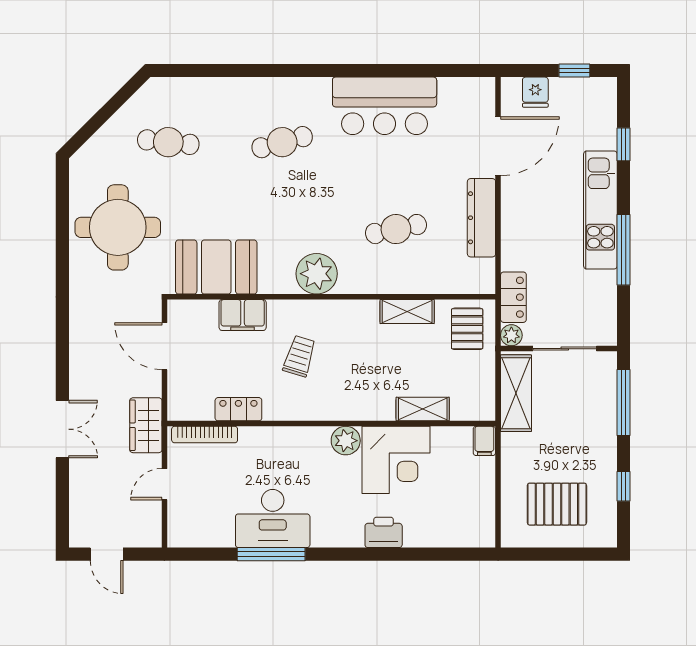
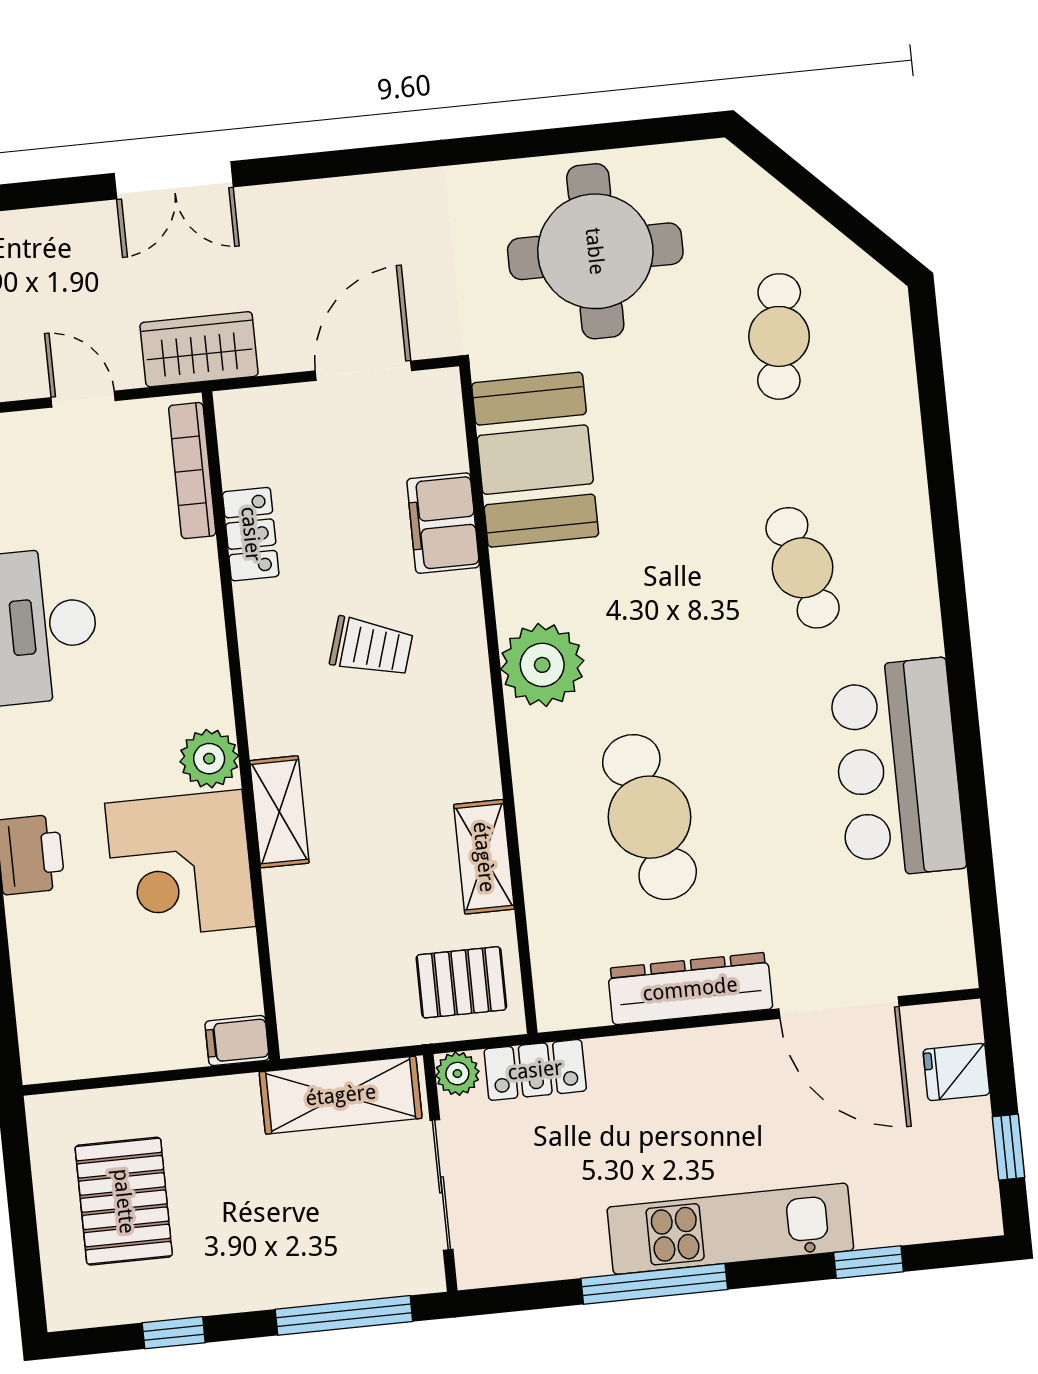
cafe table: (396, 229) -> (649, 817), width x1.37, depth x1.35
shelving: (423, 409) -> (279, 812), moved

